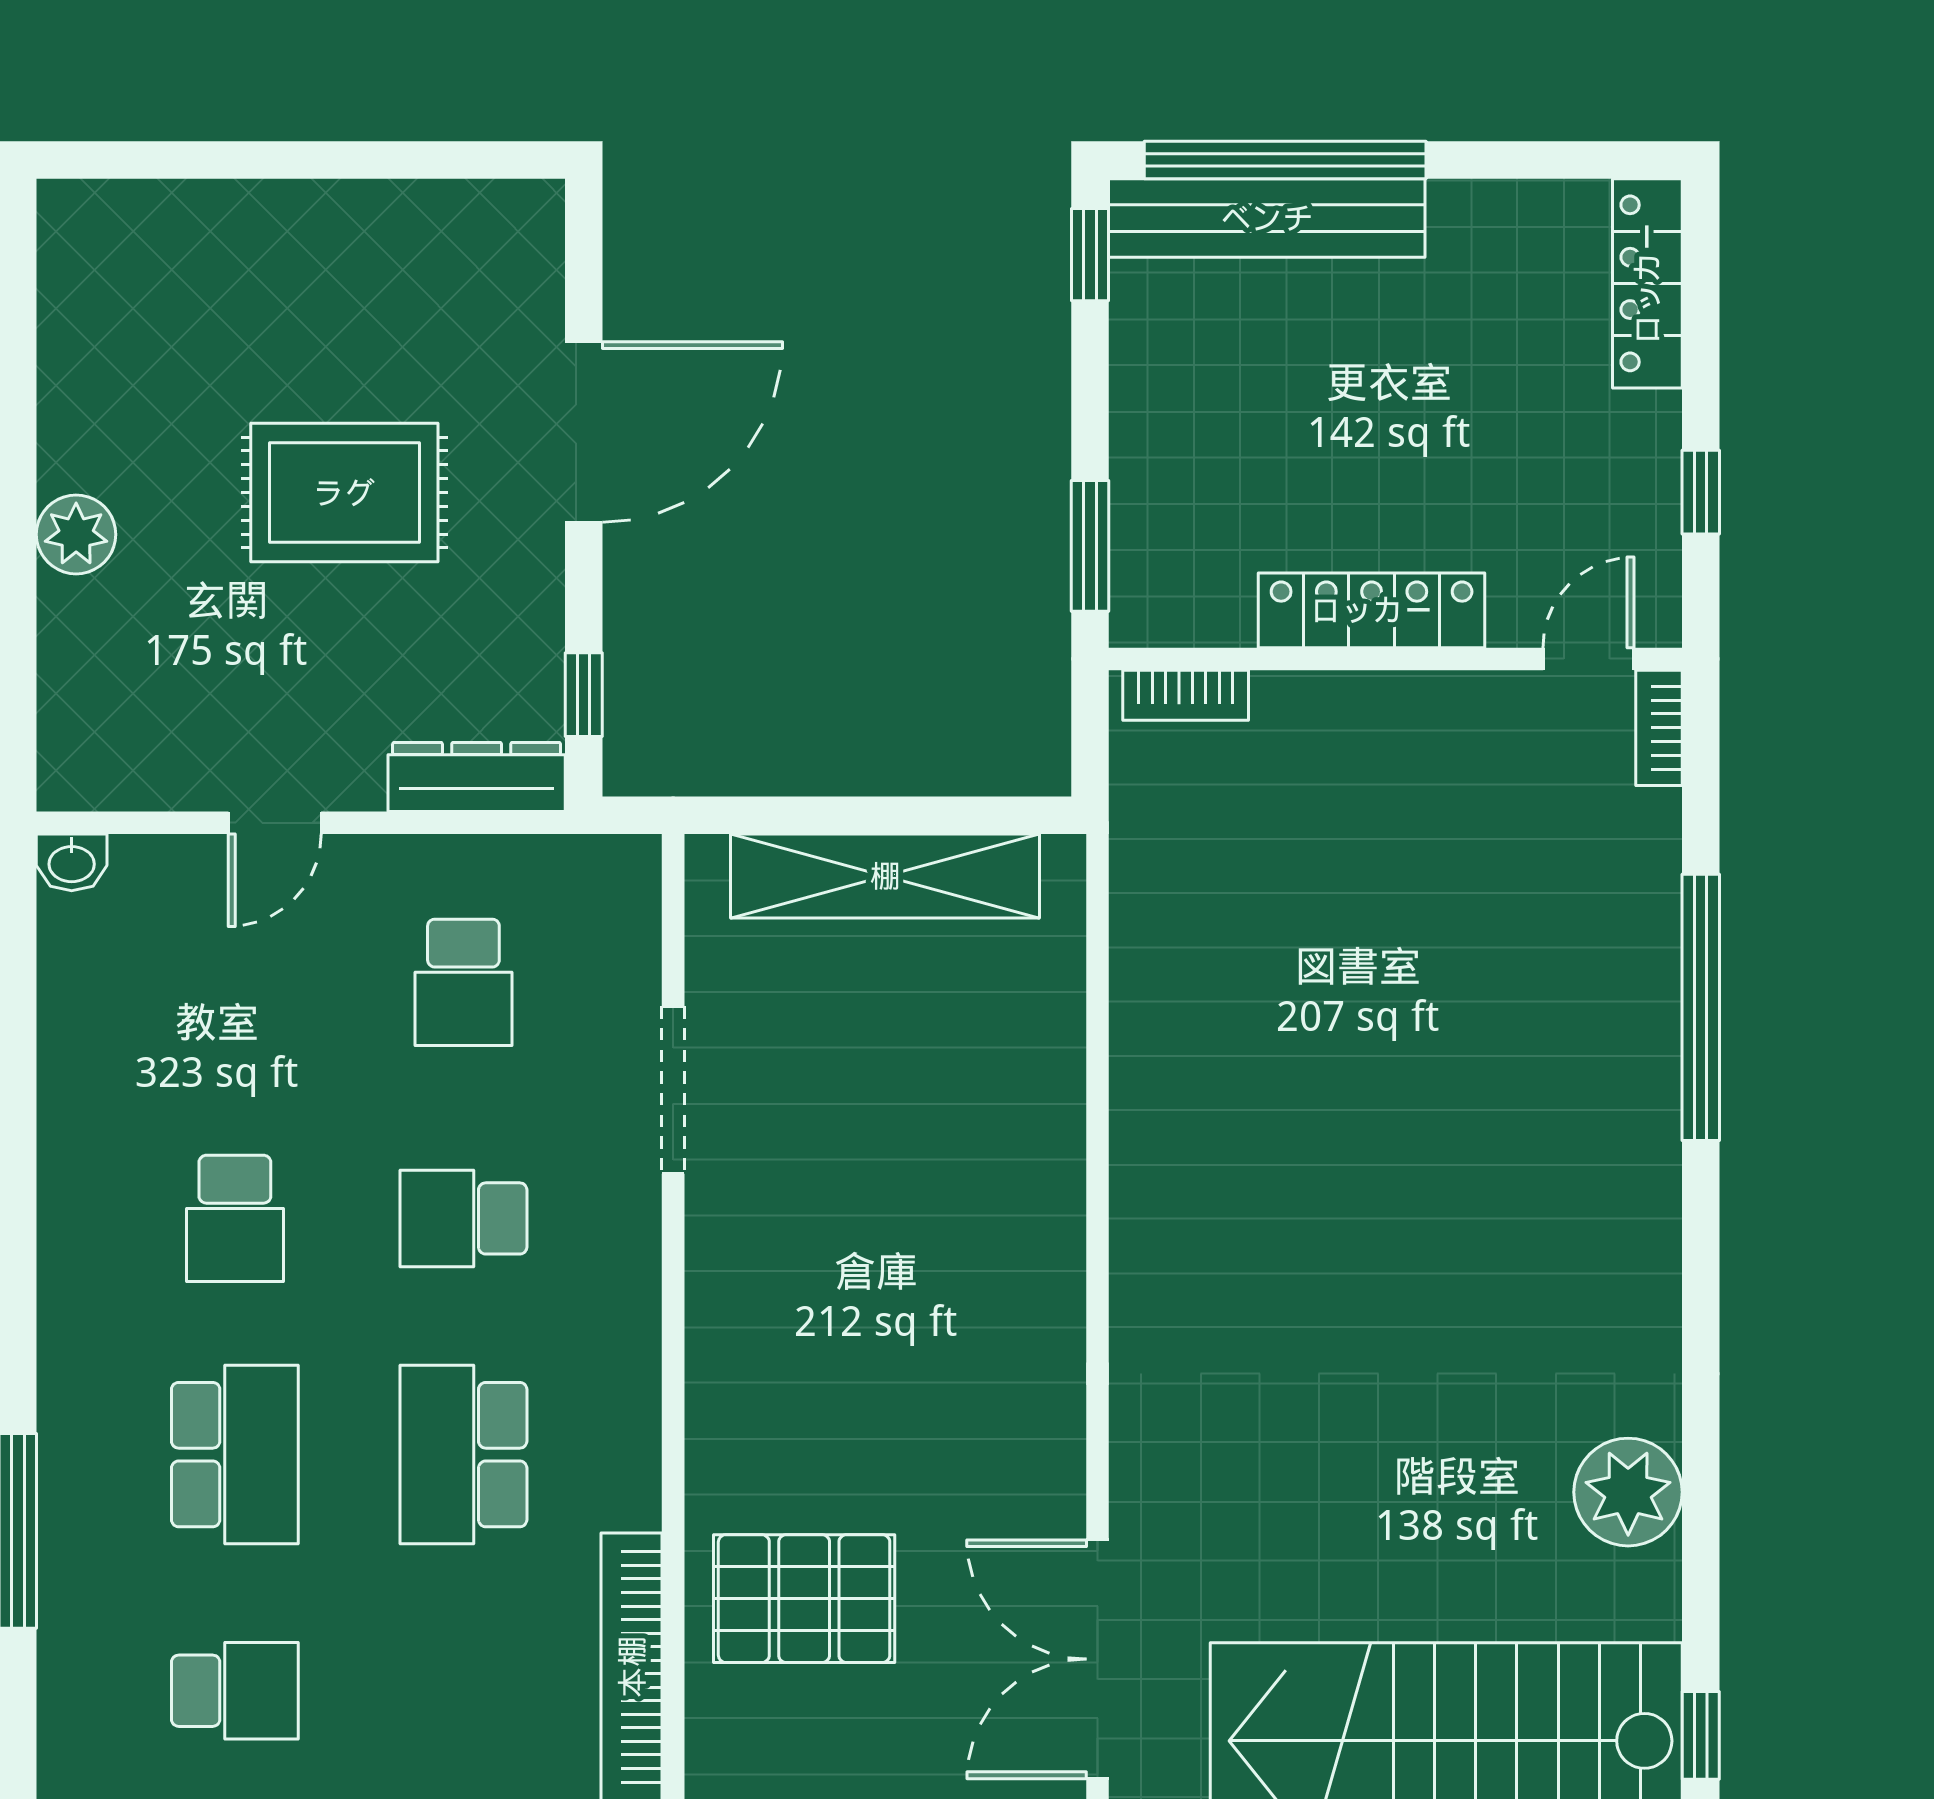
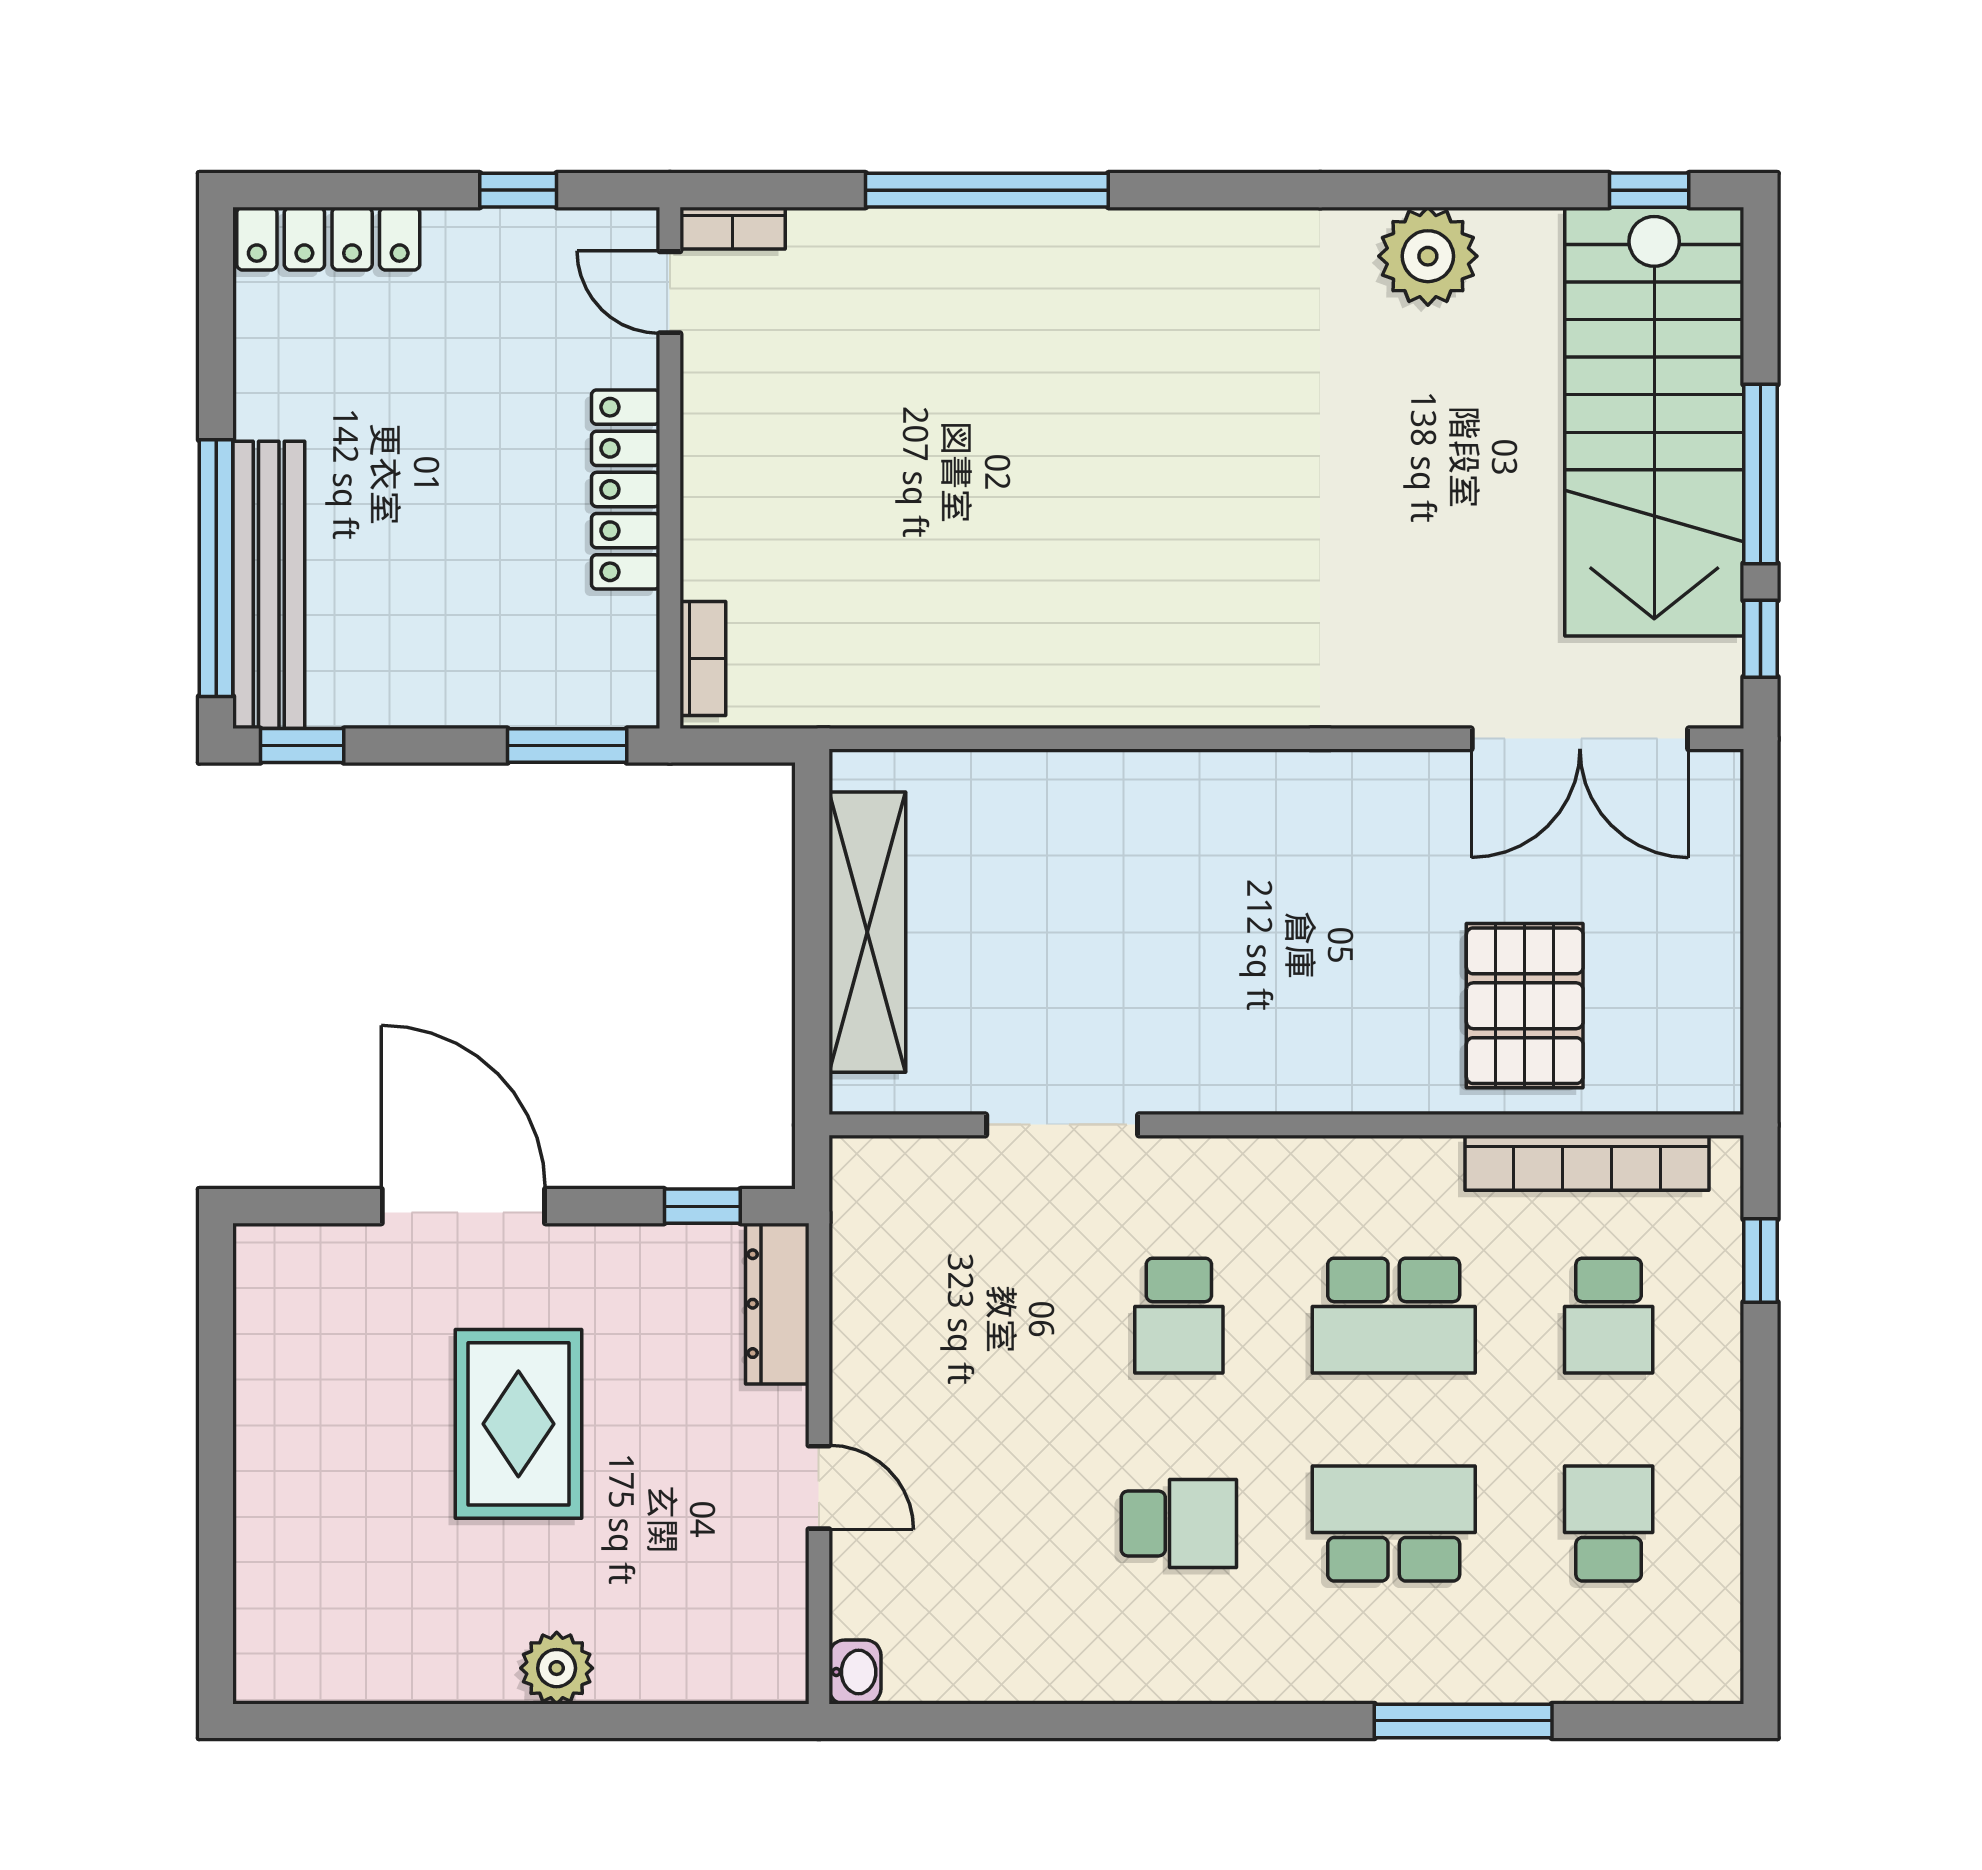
school desk: (463, 982) -> (1609, 1316), moved, turned 90

